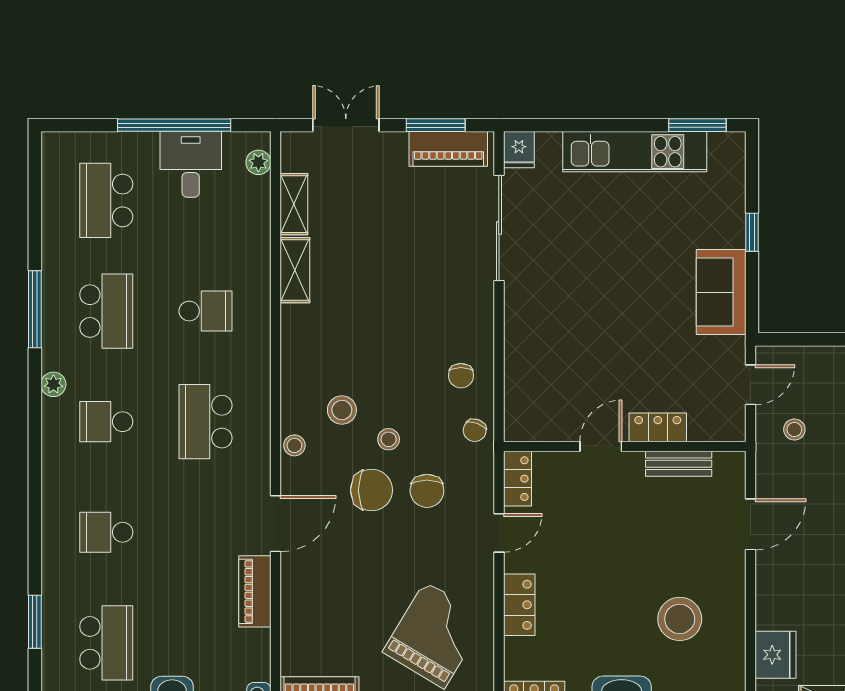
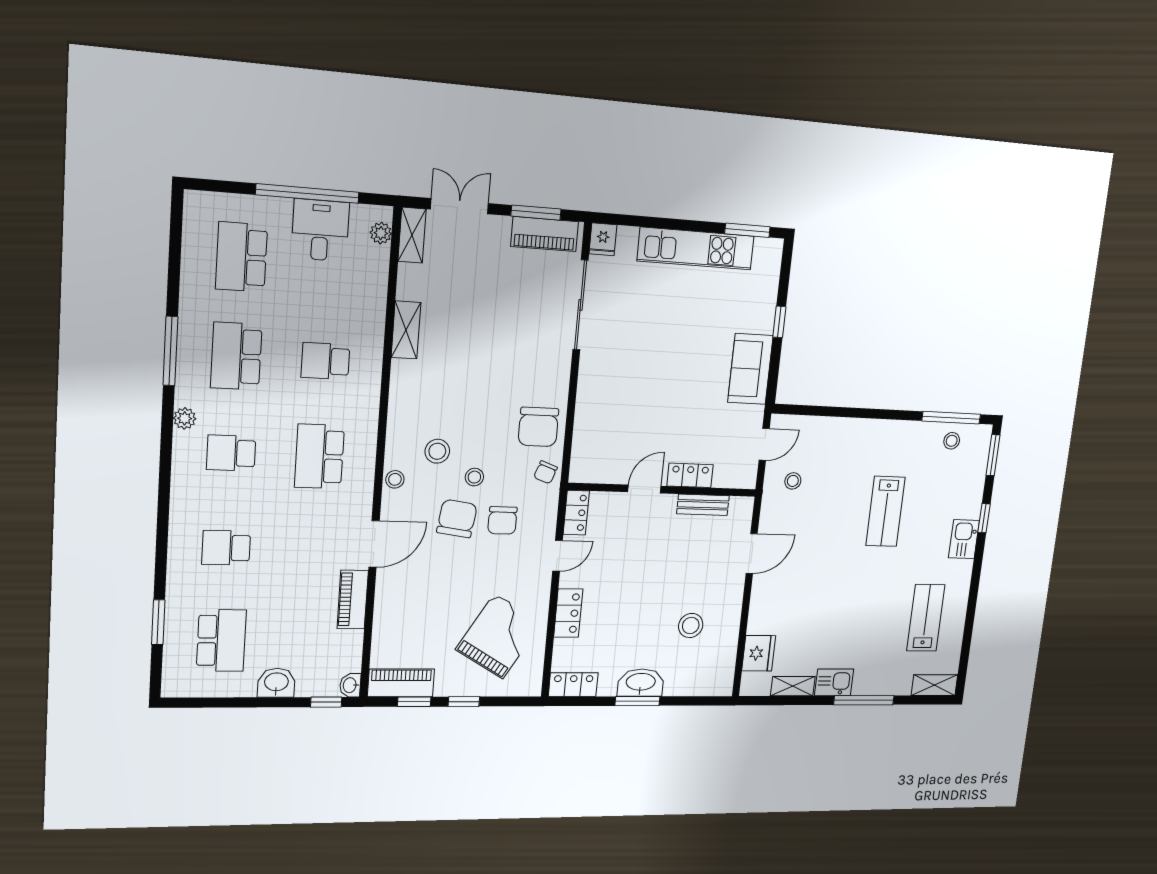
shelving: (294, 204) -> (412, 235), moved
school desk: (106, 311) -> (236, 356), turned 180
school desk: (206, 311) -> (325, 361), turned 180
chair: (461, 376) -> (538, 427), width x1.87, depth x1.87
chair: (372, 490) -> (457, 518), turned -82
stool: (680, 619) -> (691, 625), width x0.73, depth x0.73

